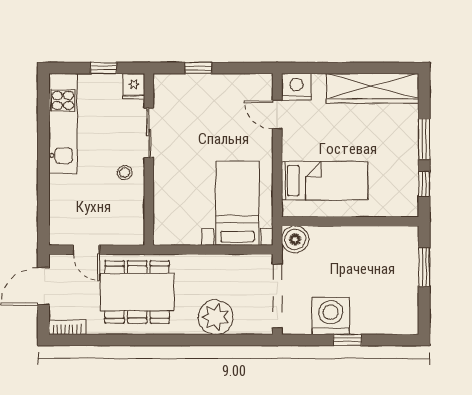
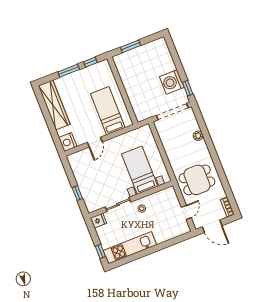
window: (104, 68) -> (100, 251), moved
door: (277, 115) -> (95, 142), moved
bed with nightstands: (237, 203) -> (140, 170), moved, turned 90
boiler: (295, 239) -> (142, 114), removed
dining table: (137, 292) -> (197, 180), width x0.73
plant: (216, 317) -> (198, 136), width x0.53, depth x0.53
window: (347, 340) -> (188, 88), moved

